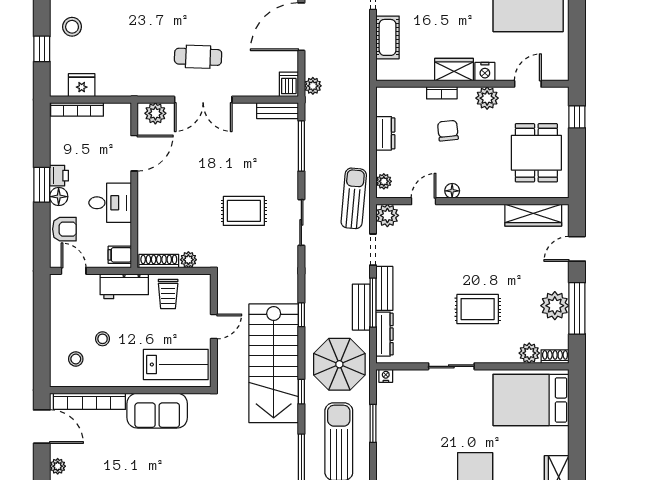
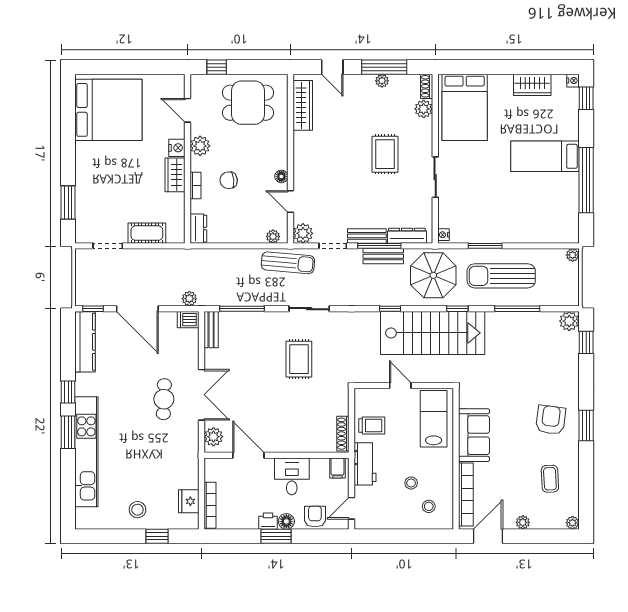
dresser: (385, 133) -> (198, 229), moved, turned 90
sun lounger: (354, 198) -> (288, 263), turned 180
plant: (188, 260) -> (342, 408), removed
plant: (555, 306) -> (382, 81), width x0.53, depth x0.53

